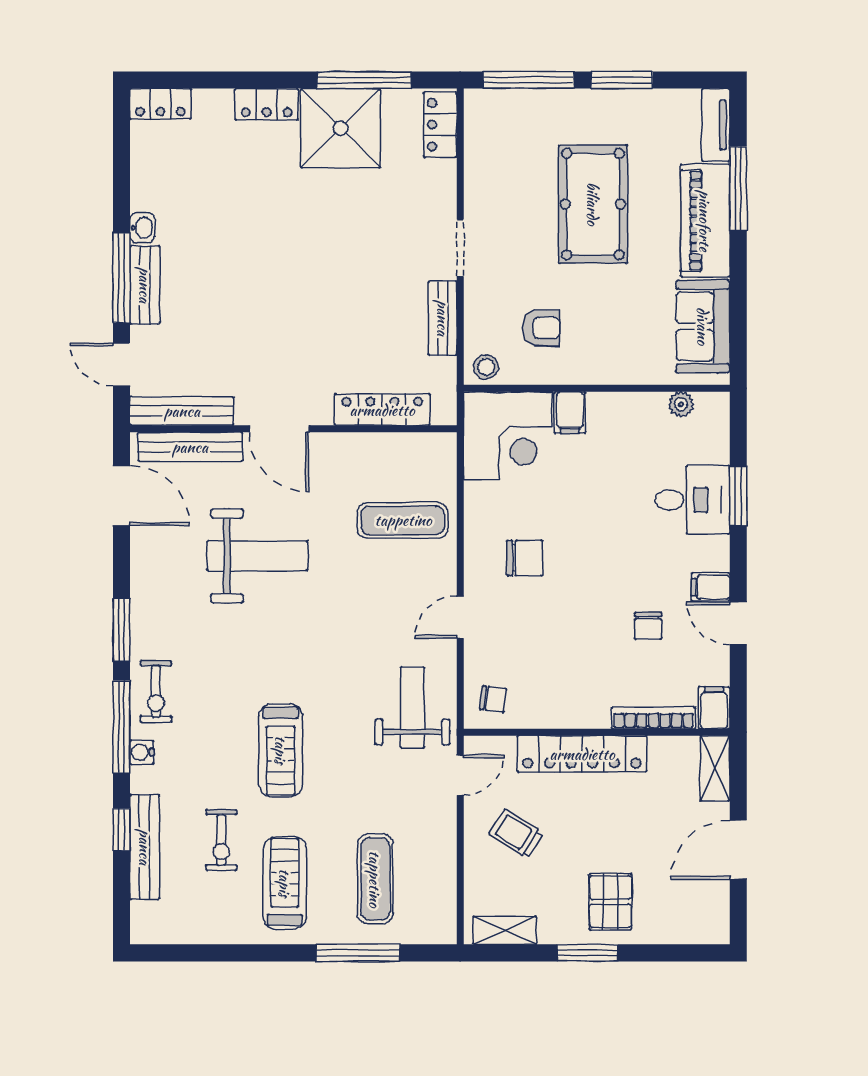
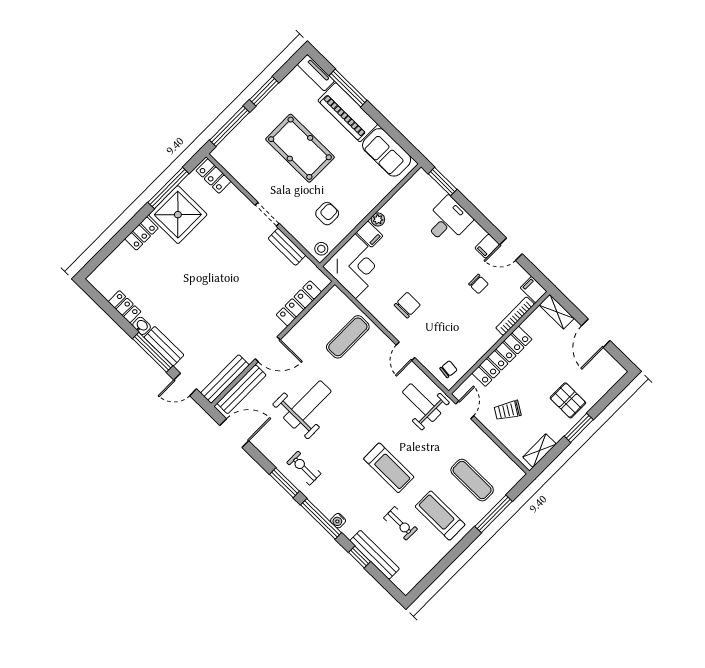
locker: (160, 104) -> (125, 307), moved, turned -90
plant: (681, 404) -> (378, 219), moved
window: (738, 496) -> (443, 182), moved
exercise bike: (156, 691) -> (304, 468), moved, turned 180

